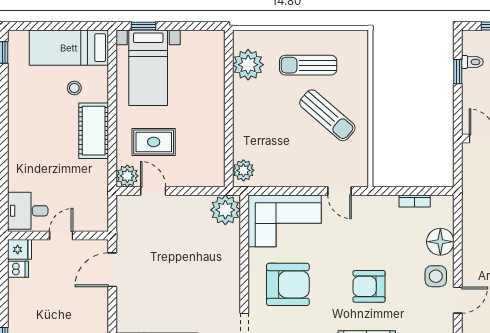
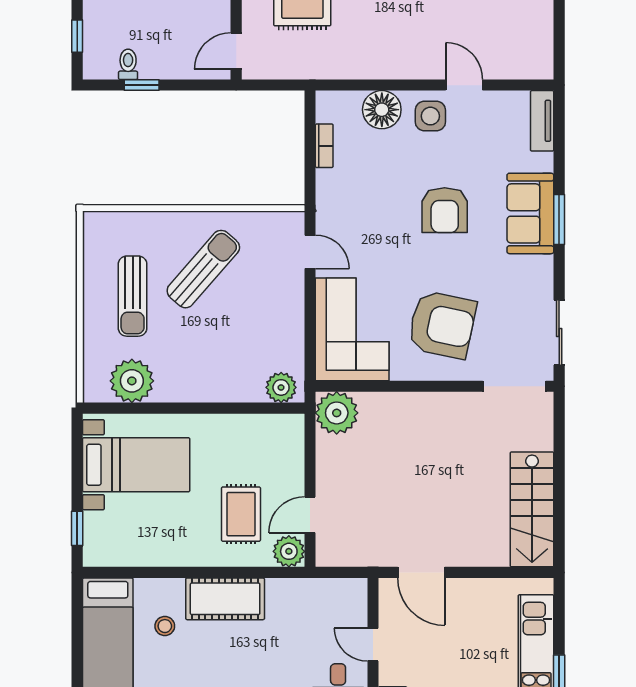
bed with nightstands: (148, 68) -> (136, 465), moved
door: (339, 191) -> (310, 252), hinge flipped
armchair: (288, 284) -> (442, 325), turned 102

